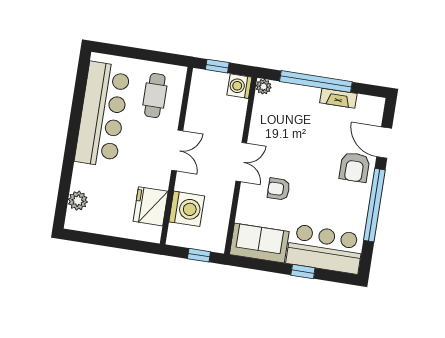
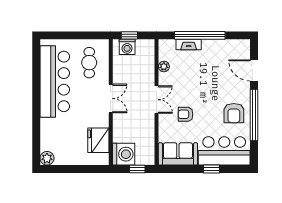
washing machine: (239, 86) -> (127, 47), moved, turned -90
plant: (264, 87) -> (164, 67), moved
fireplace: (338, 98) -> (189, 45), moved
armchair: (355, 167) -> (234, 113), moved
plant: (78, 201) -> (47, 158), moved
washing machine: (187, 209) -> (124, 154), moved

